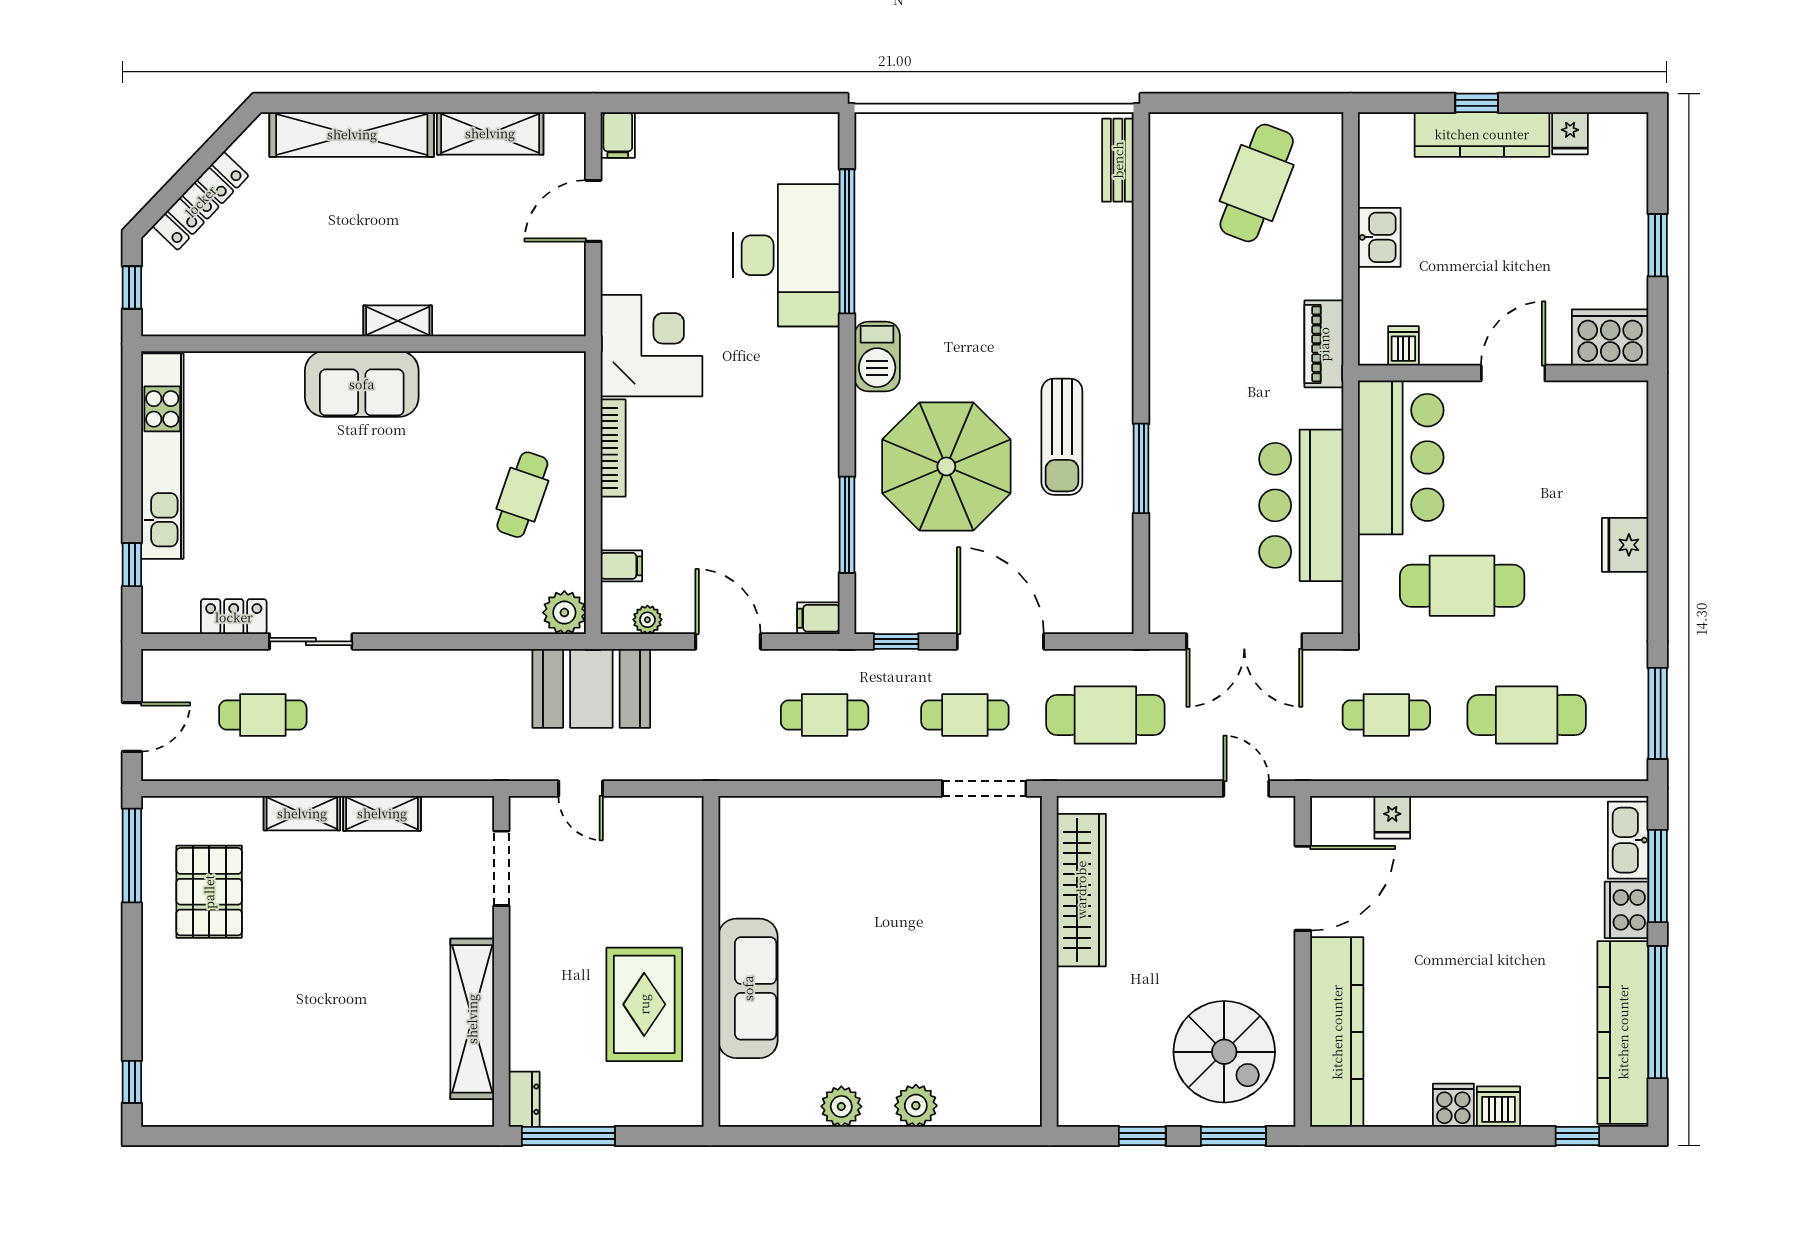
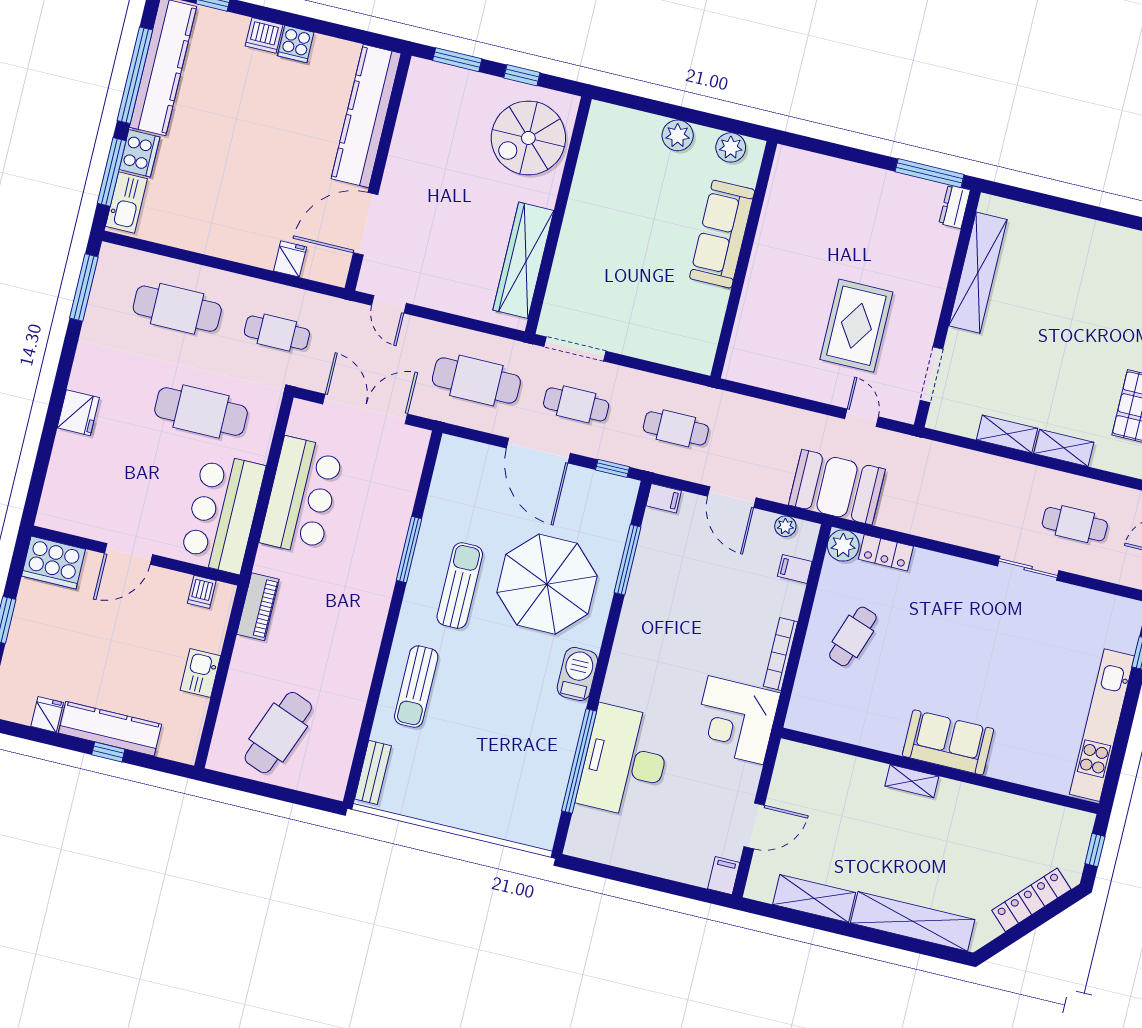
sun lounger: (1088, 288) -> (416, 687), added
locker: (234, 617) -> (886, 553), moved
wall: (711, 961) -> (744, 260), moved
sofa: (748, 988) -> (722, 234), moved
rug: (644, 1004) -> (856, 326), moved
spiral stairs: (1224, 1052) -> (528, 138), moved, turned -90

